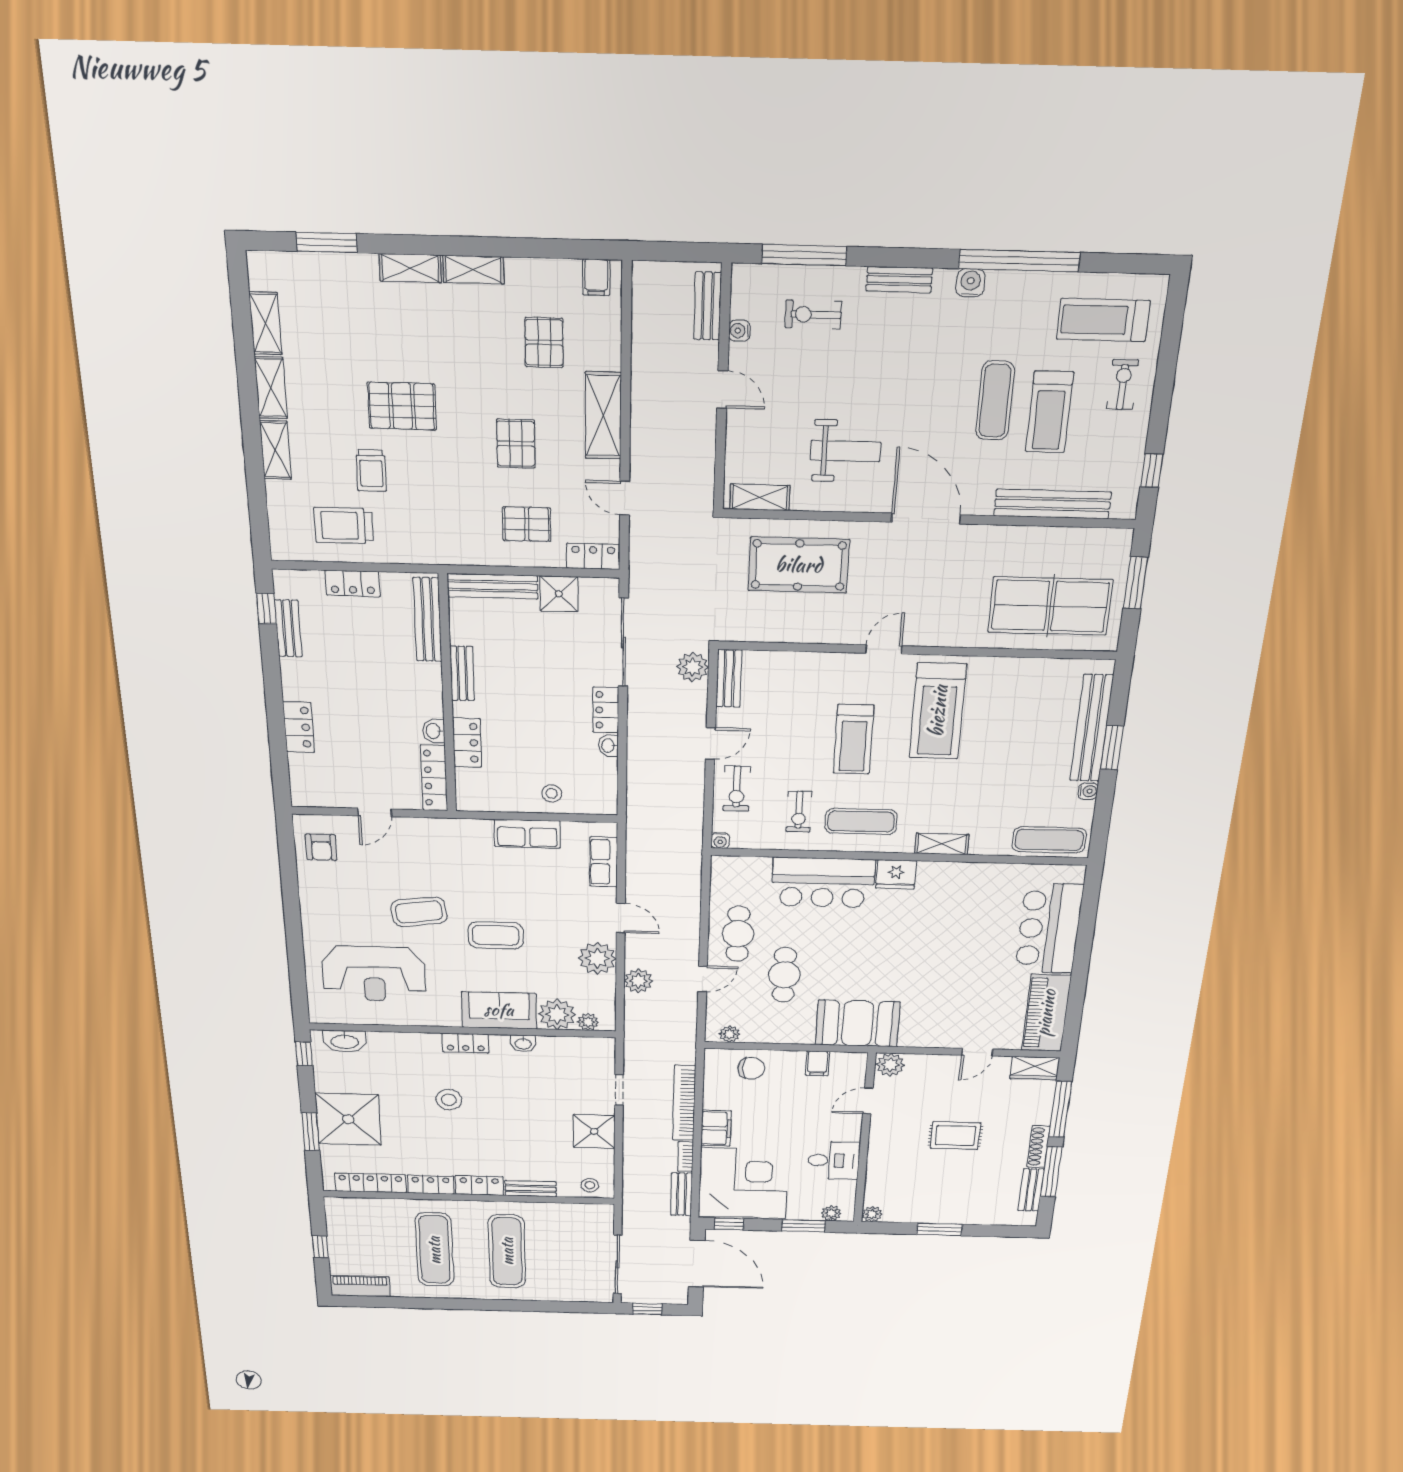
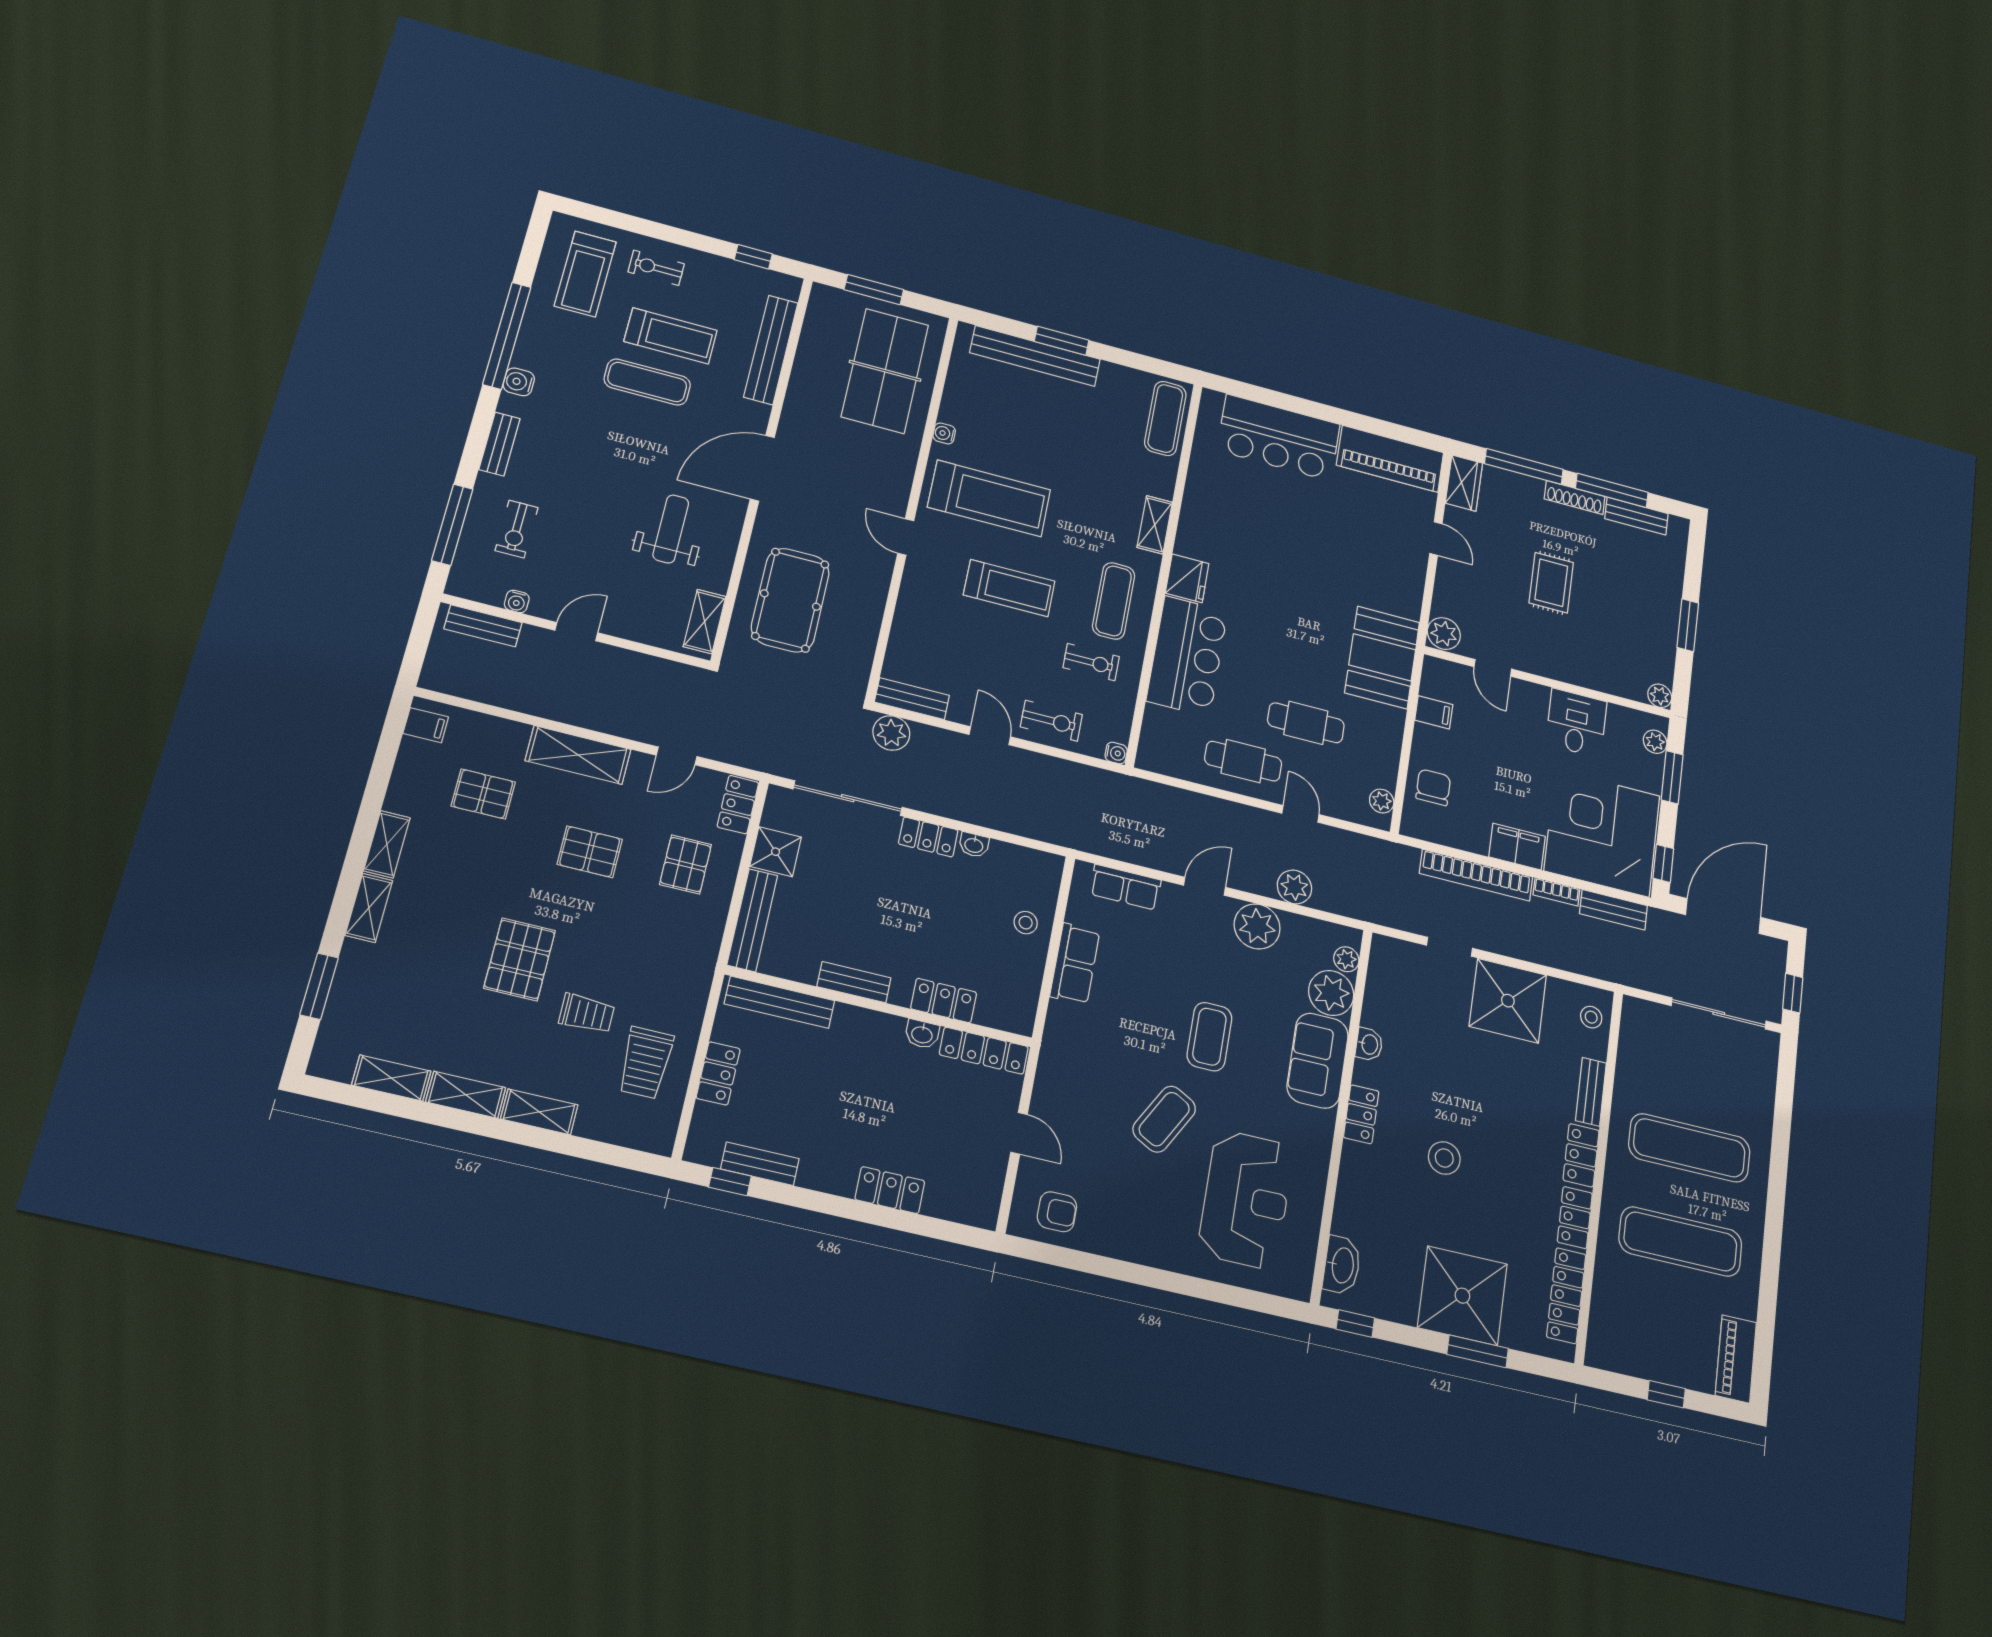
water cooler: (1088, 791) -> (944, 433), moved, turned -90
coffee table: (419, 912) -> (1164, 1119), turned 37
shower: (594, 1131) -> (1508, 1001), width x1.37, depth x1.37

